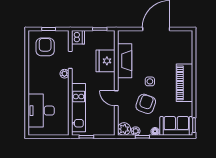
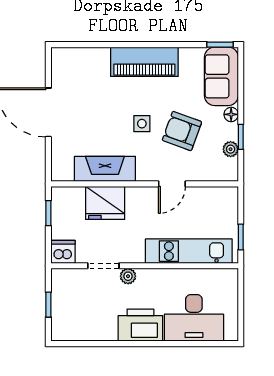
armchair: (45, 47) -> (80, 311), removed
printer: (37, 81) -> (140, 325), added
plant: (124, 129) -> (227, 170), removed

